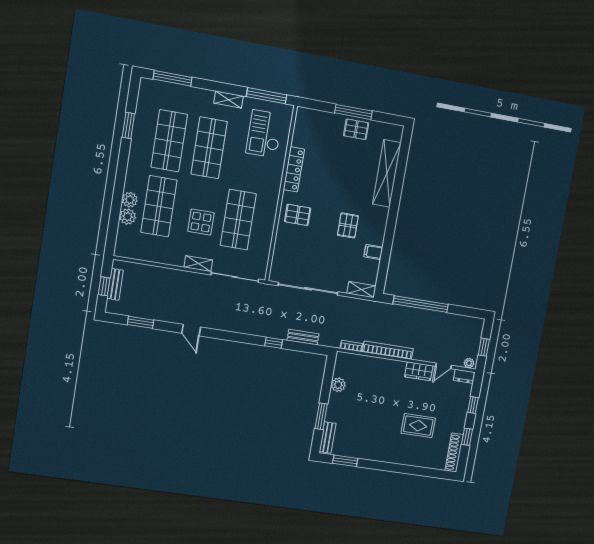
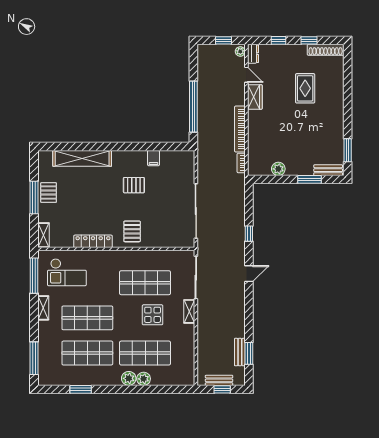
plant: (128, 217) -> (129, 378), moved
shelving: (361, 290) -> (43, 235), moved
door: (191, 330) -> (249, 274), moved
bench: (303, 337) -> (240, 352), moved

